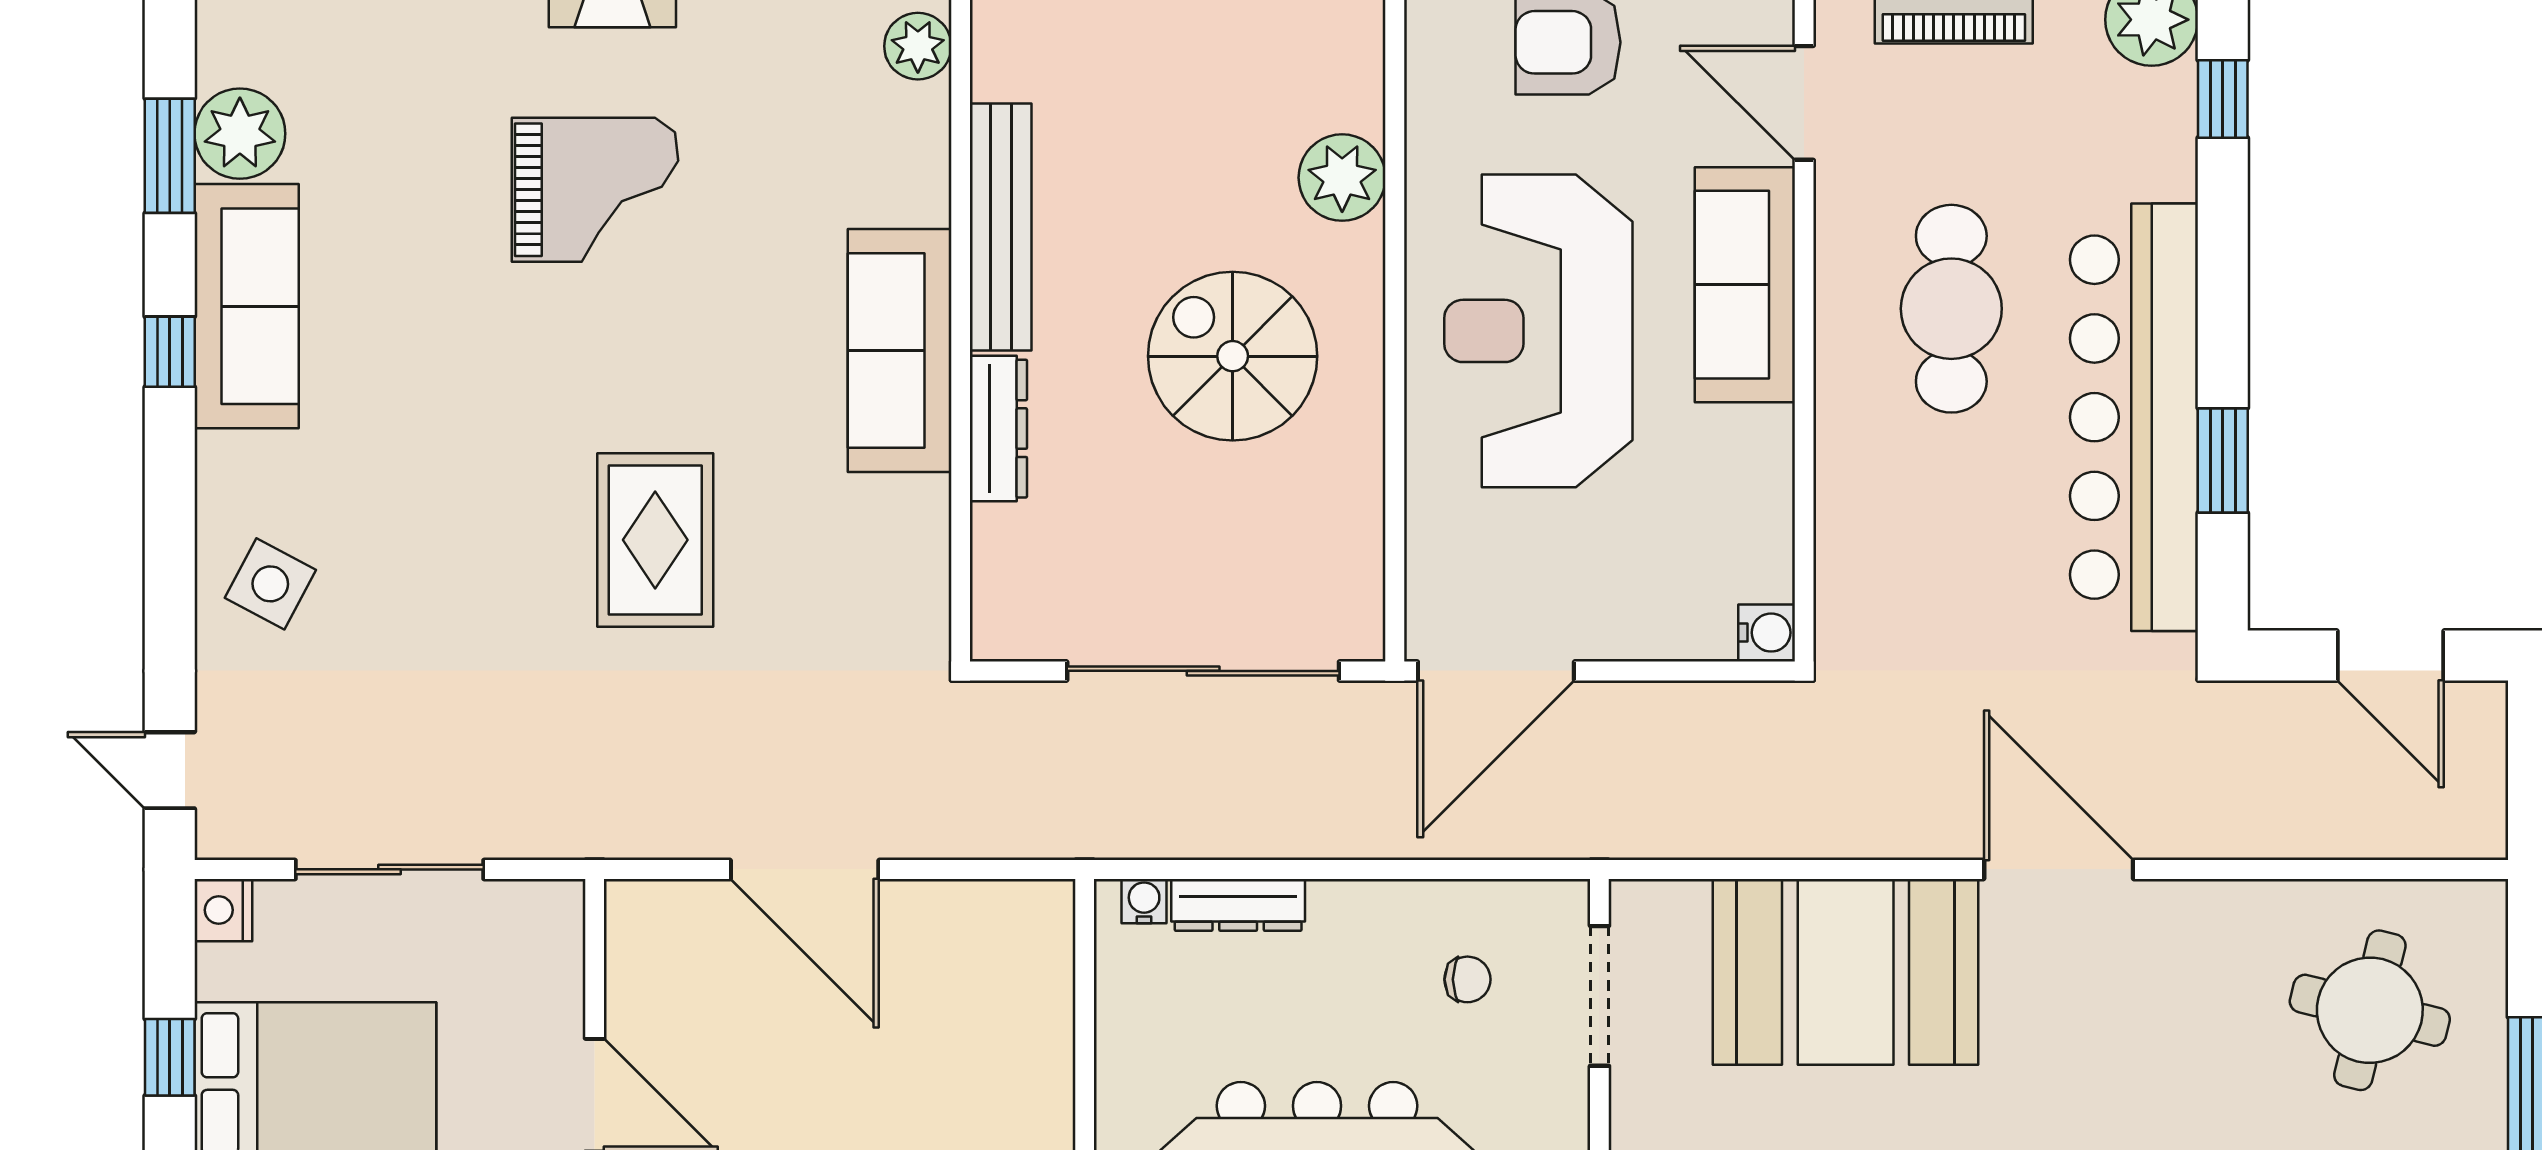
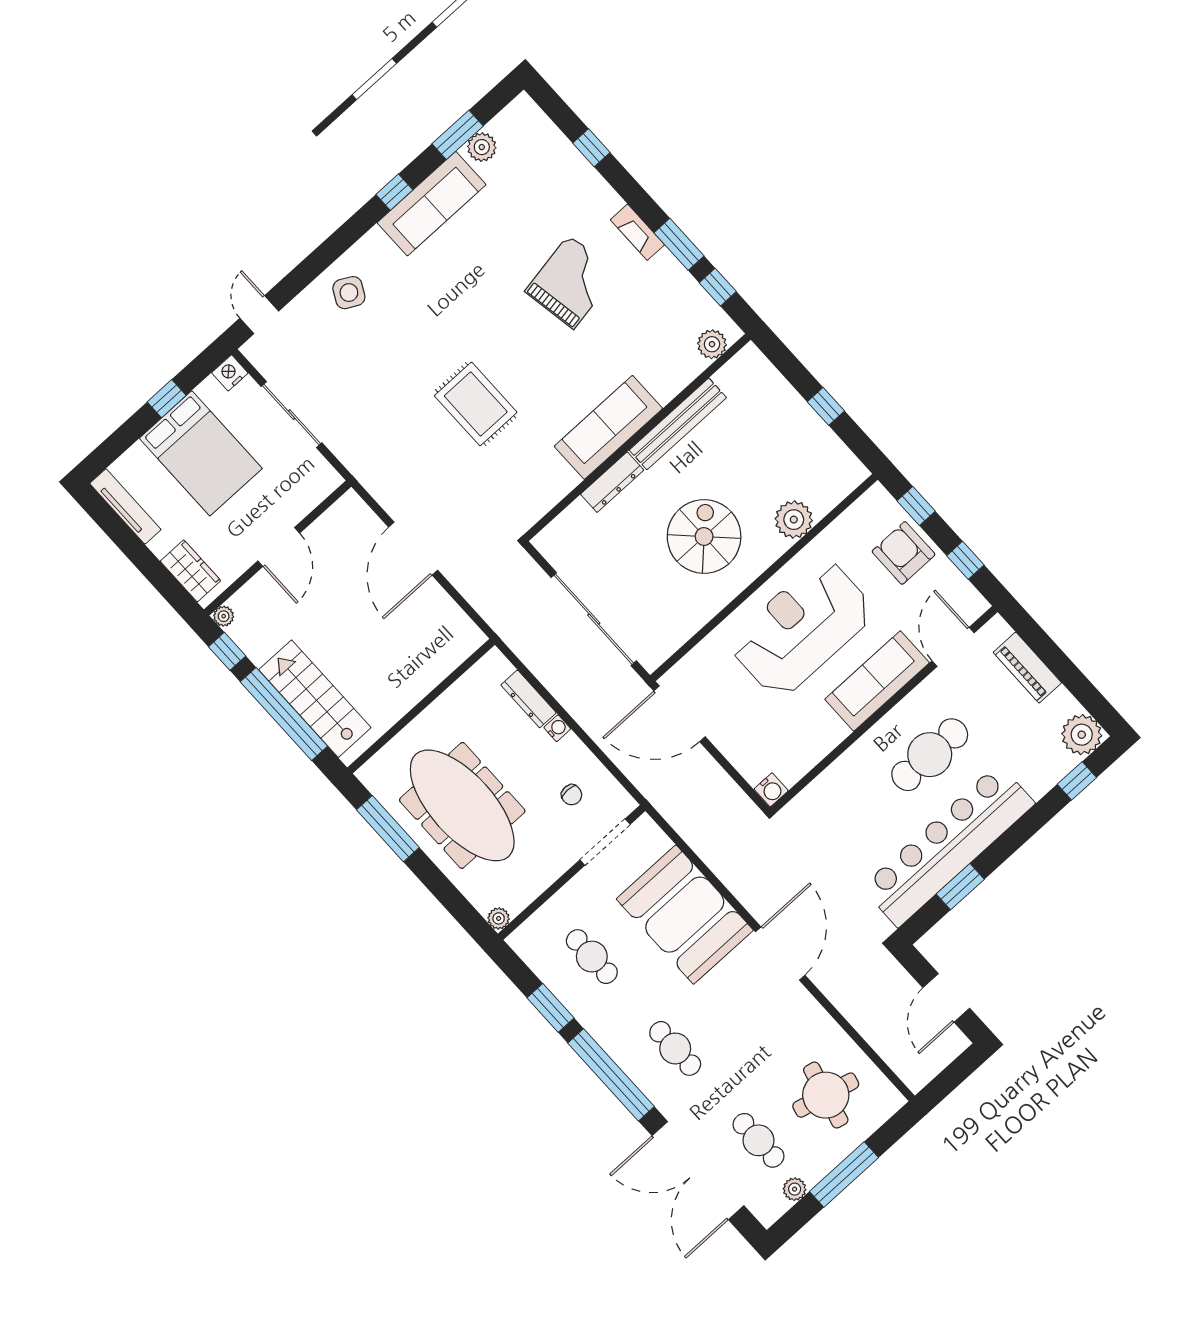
plant: (240, 134) -> (482, 147), width x0.73, depth x0.73
grand piano: (595, 190) -> (571, 282), turned -100
rug: (655, 540) -> (476, 404), turned 90
water cooler: (1144, 901) -> (557, 728), moved

